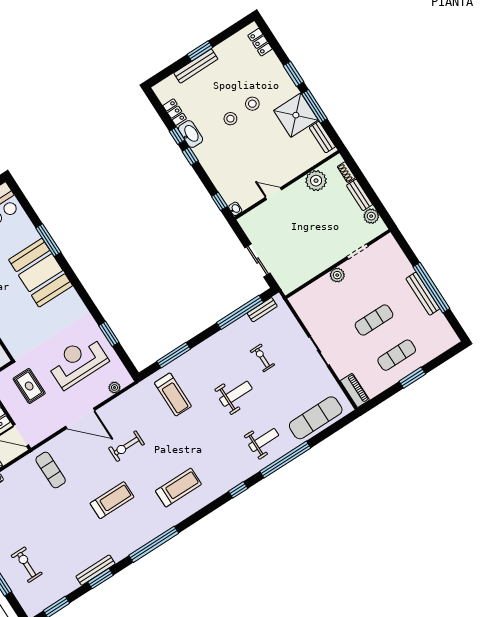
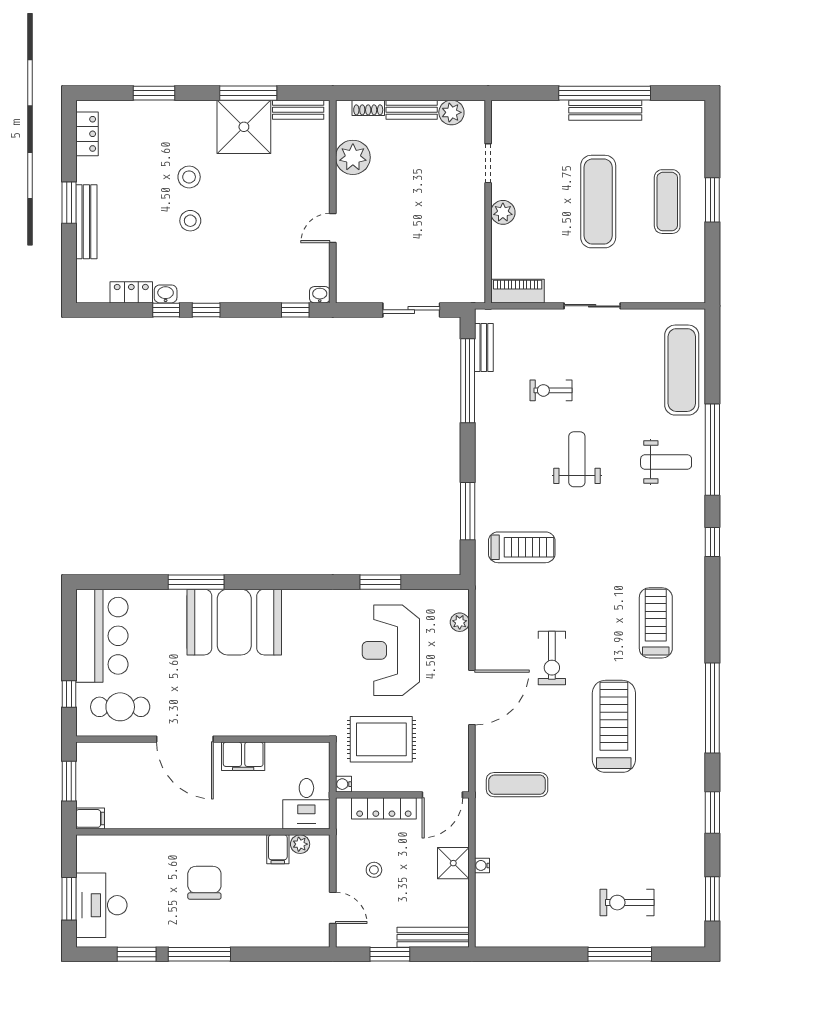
locker: (260, 42) -> (87, 134), moved, turned -90
window: (293, 74) -> (154, 93), moved
washbasin: (191, 134) -> (166, 294), width x0.52, depth x0.69
exercise mat: (374, 320) -> (598, 202), width x1.36, depth x1.45
rug: (29, 386) -> (381, 739), width x1.36, depth x1.43
piano: (355, 390) -> (518, 291), moved
weight bench: (264, 440) -> (666, 462), turned 90
treadmill: (112, 500) -> (614, 726), width x1.37, depth x1.38
bench: (96, 570) -> (696, 812), removed

